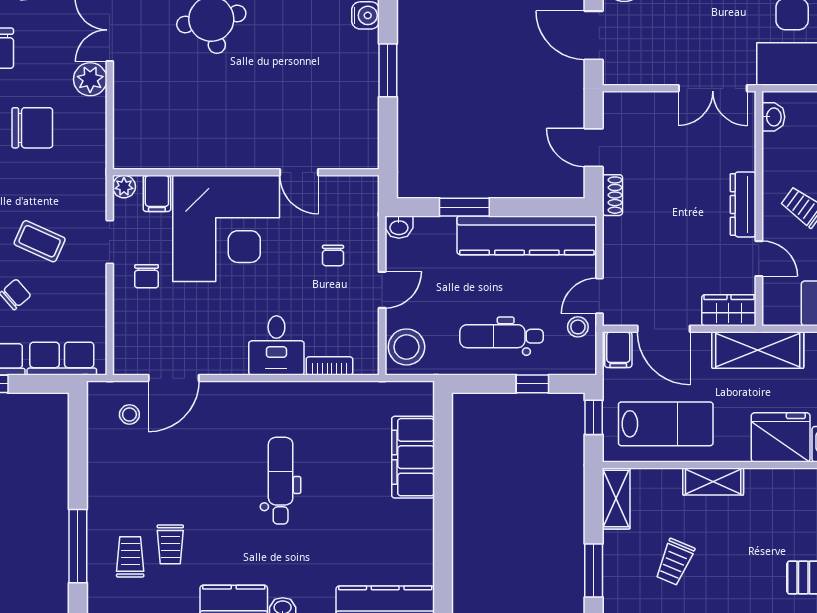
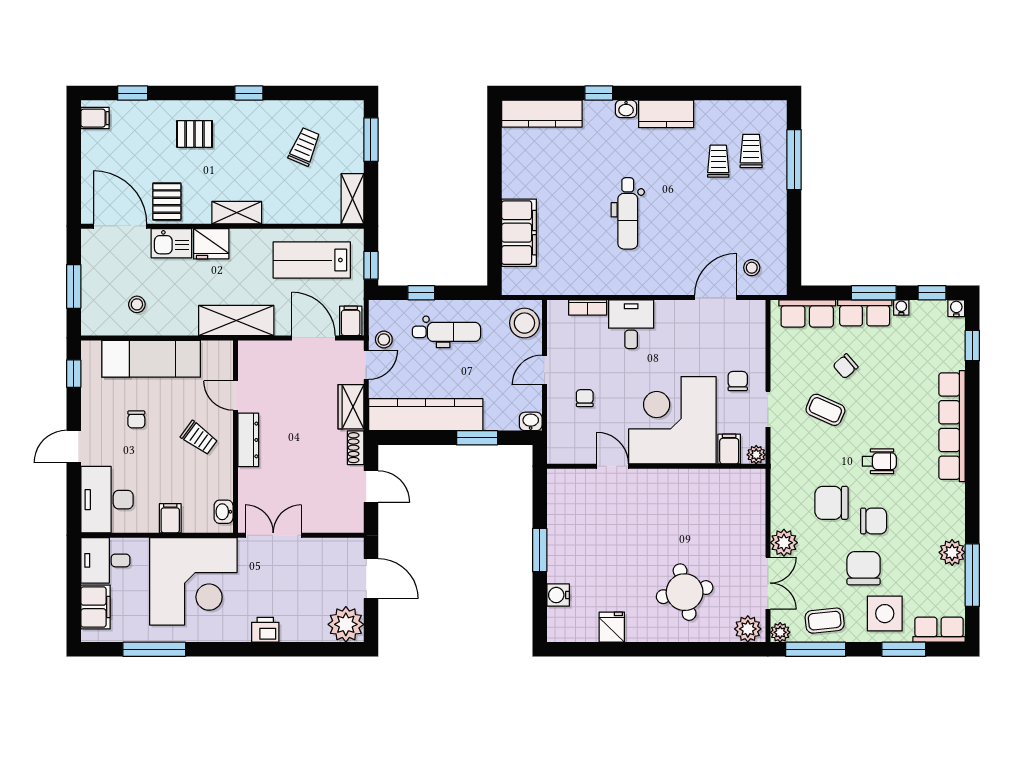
wardrobe: (729, 310) -> (351, 407), moved, turned 90
fridge: (781, 437) -> (211, 244), width x0.73, depth x0.75
shelving: (713, 482) -> (237, 213), moved
trolley: (130, 557) -> (751, 151), turned 180

